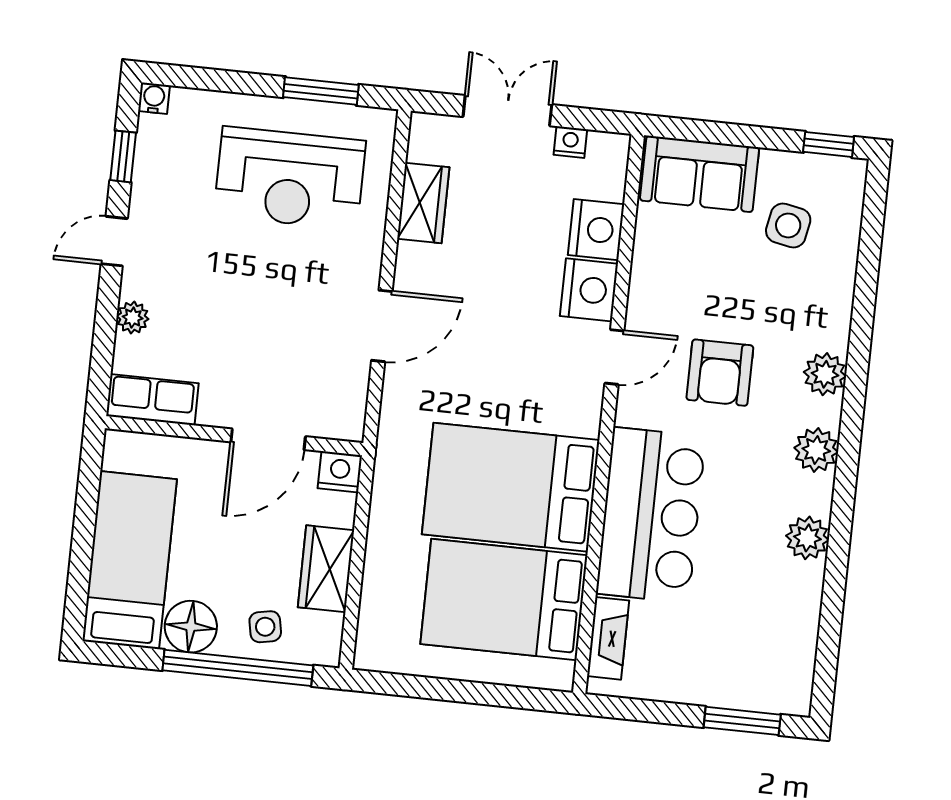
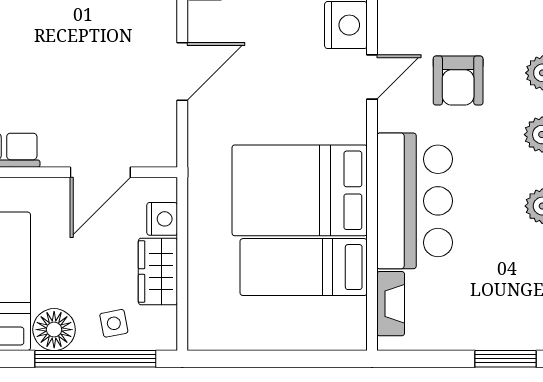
nightstand: (340, 472) -> (162, 219), moved, turned 90
bed: (504, 600) -> (304, 267), width x0.67

